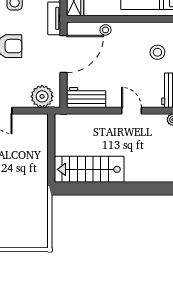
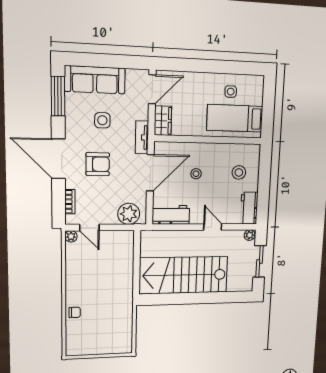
stool: (105, 30) -> (196, 174), moved
stairs: (89, 169) -> (184, 275), width x1.36, depth x1.51

